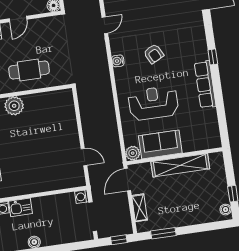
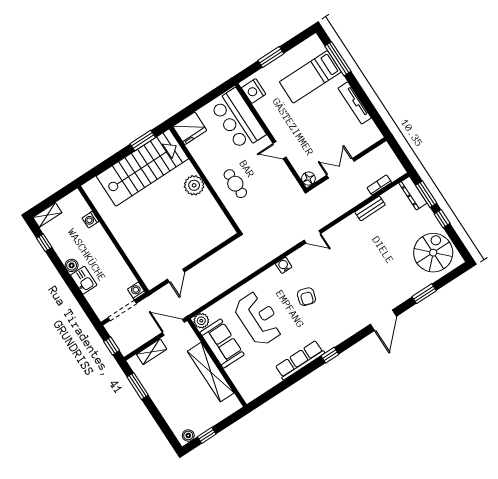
armchair: (154, 54) -> (306, 297), turned -46
cafe table: (29, 70) -> (235, 184), width x0.73, depth x0.74
kitchen sink: (20, 207) -> (84, 280), moved, turned 180

